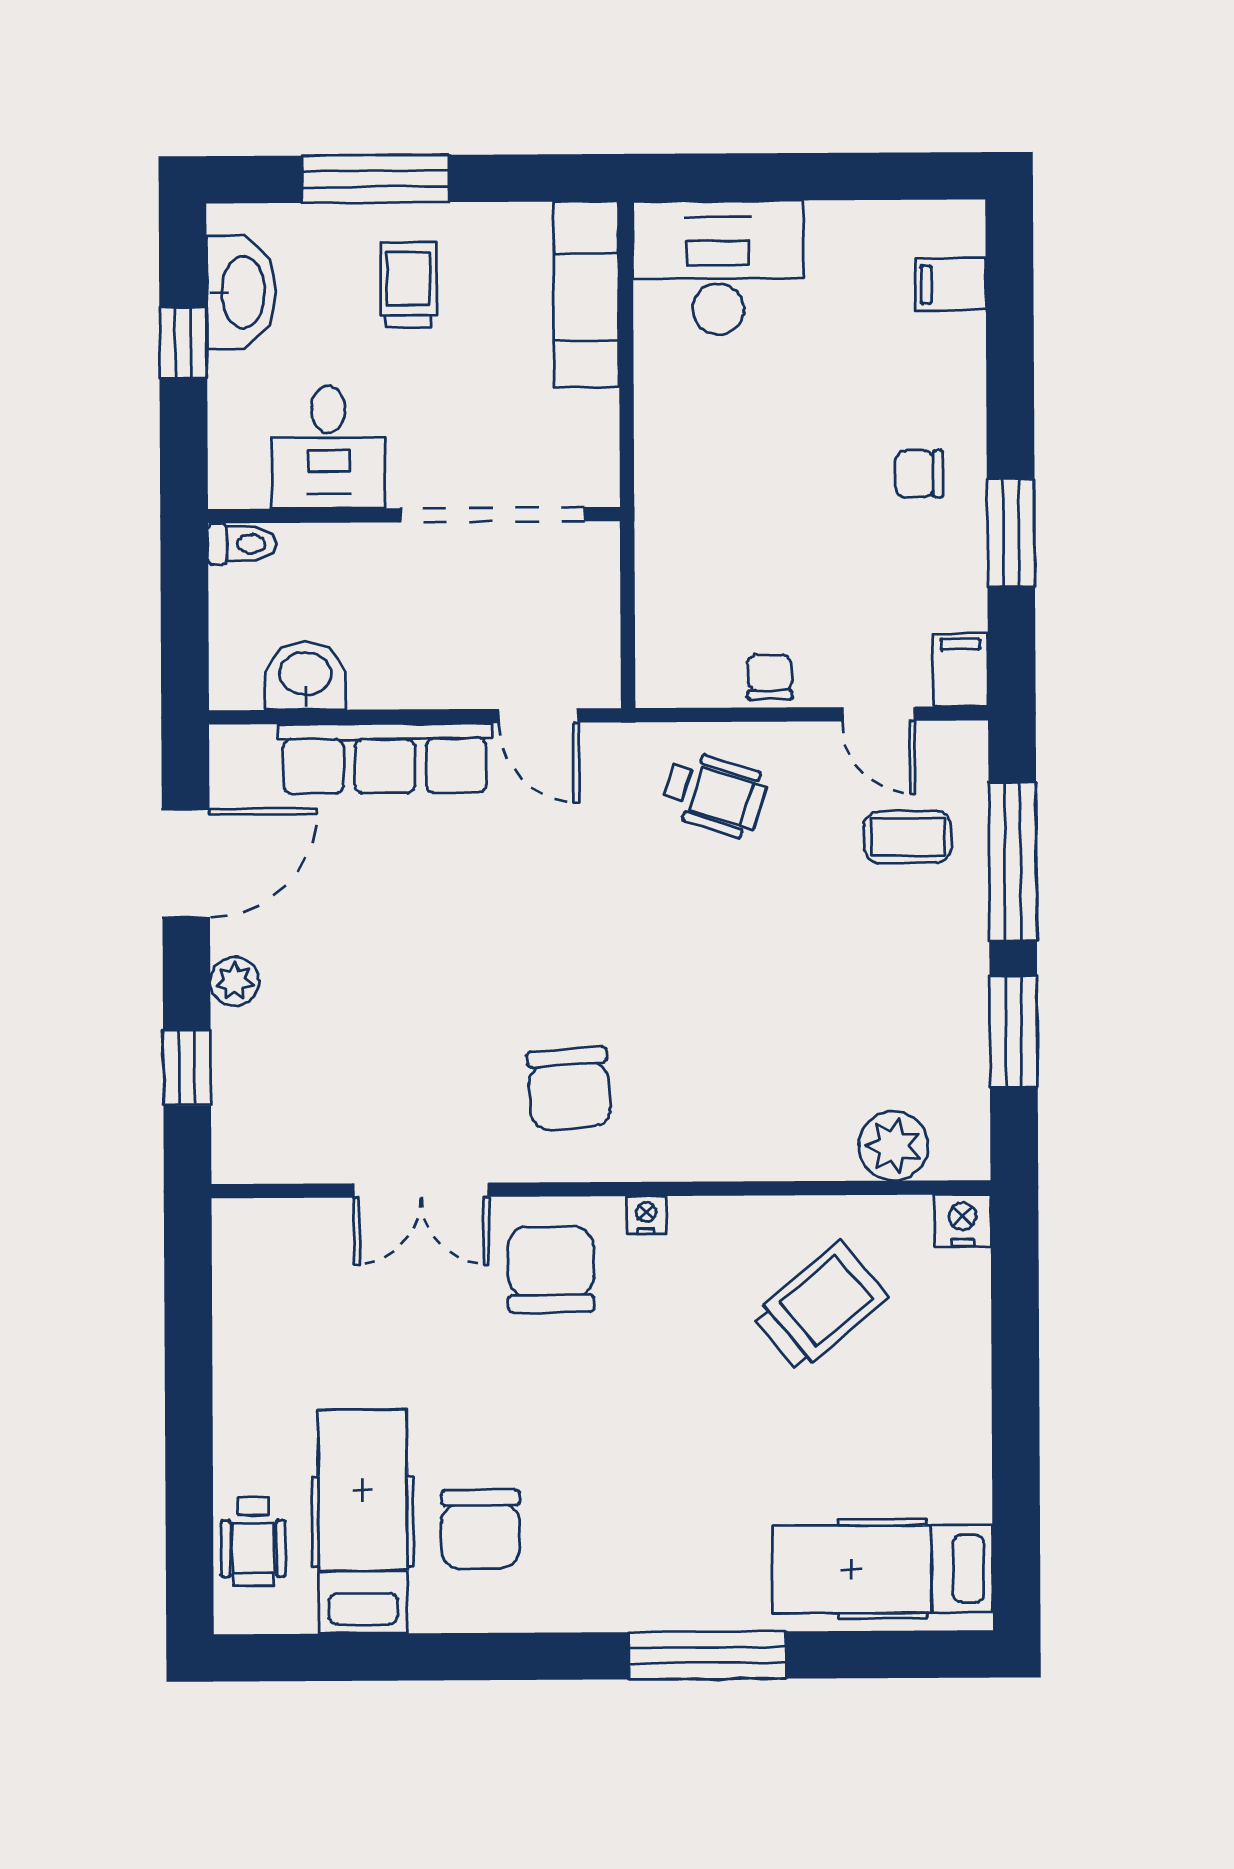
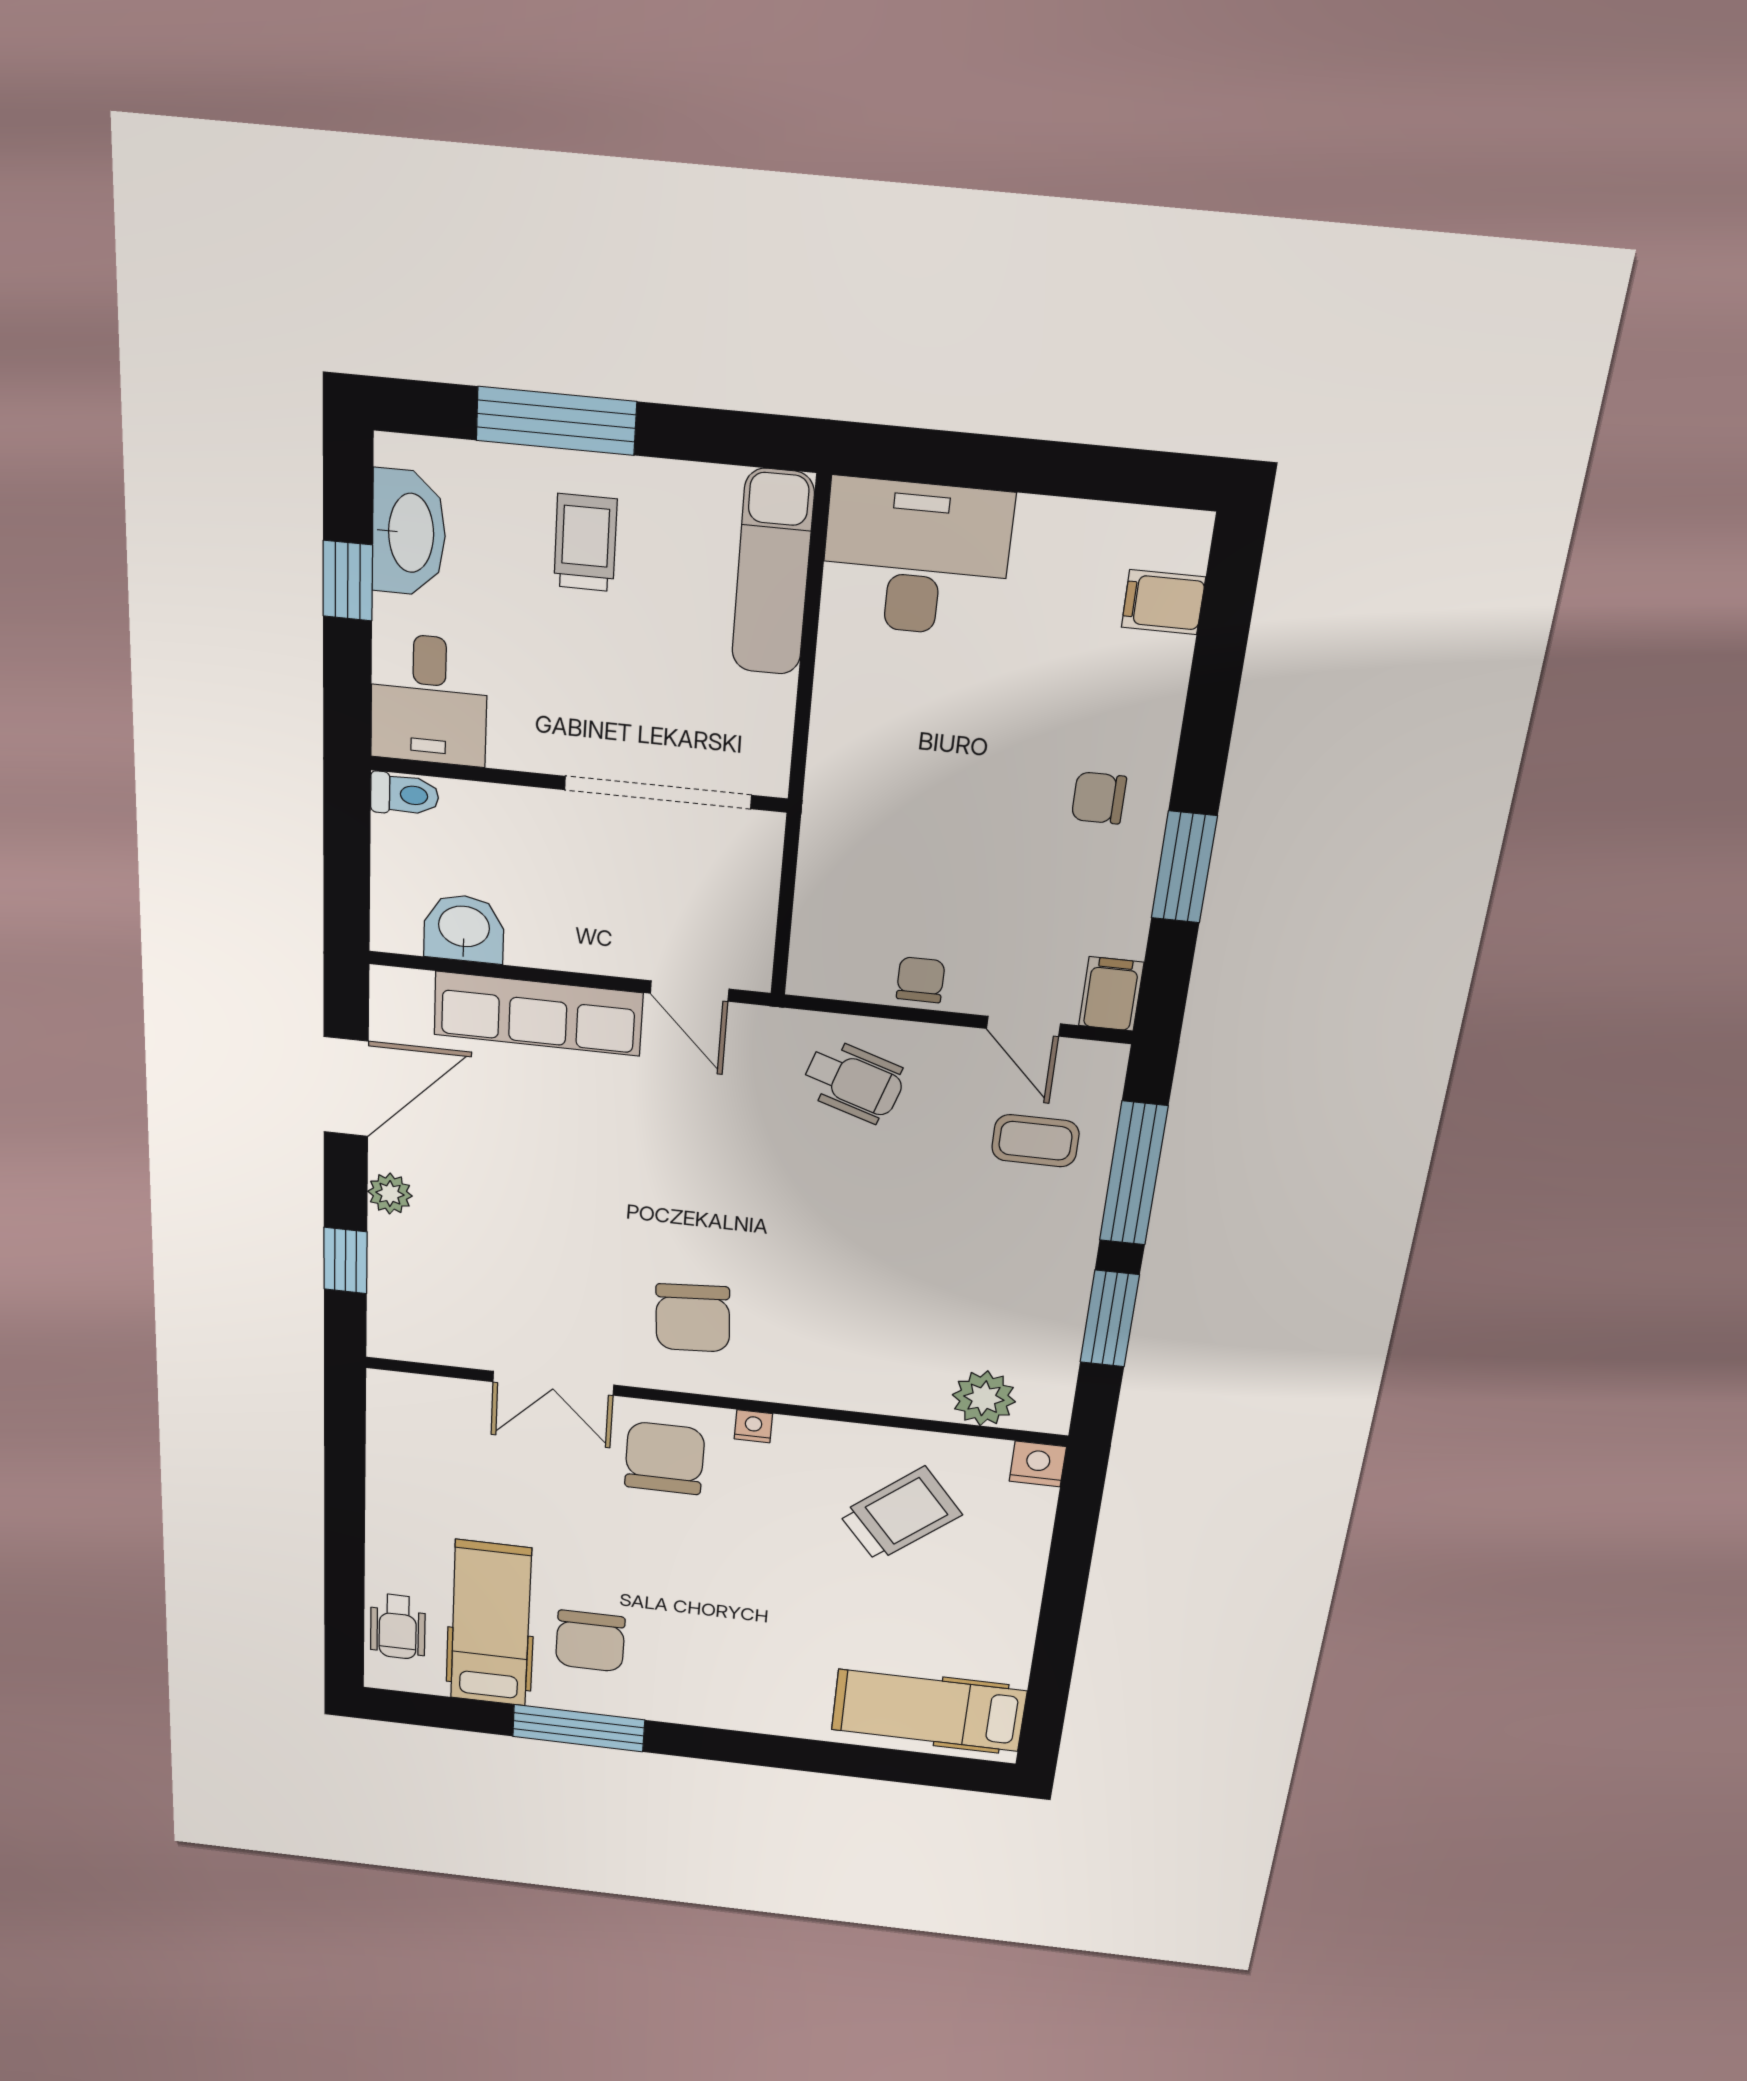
desk: (328, 447) -> (429, 700), moved
window: (707, 1655) -> (579, 1728), moved

